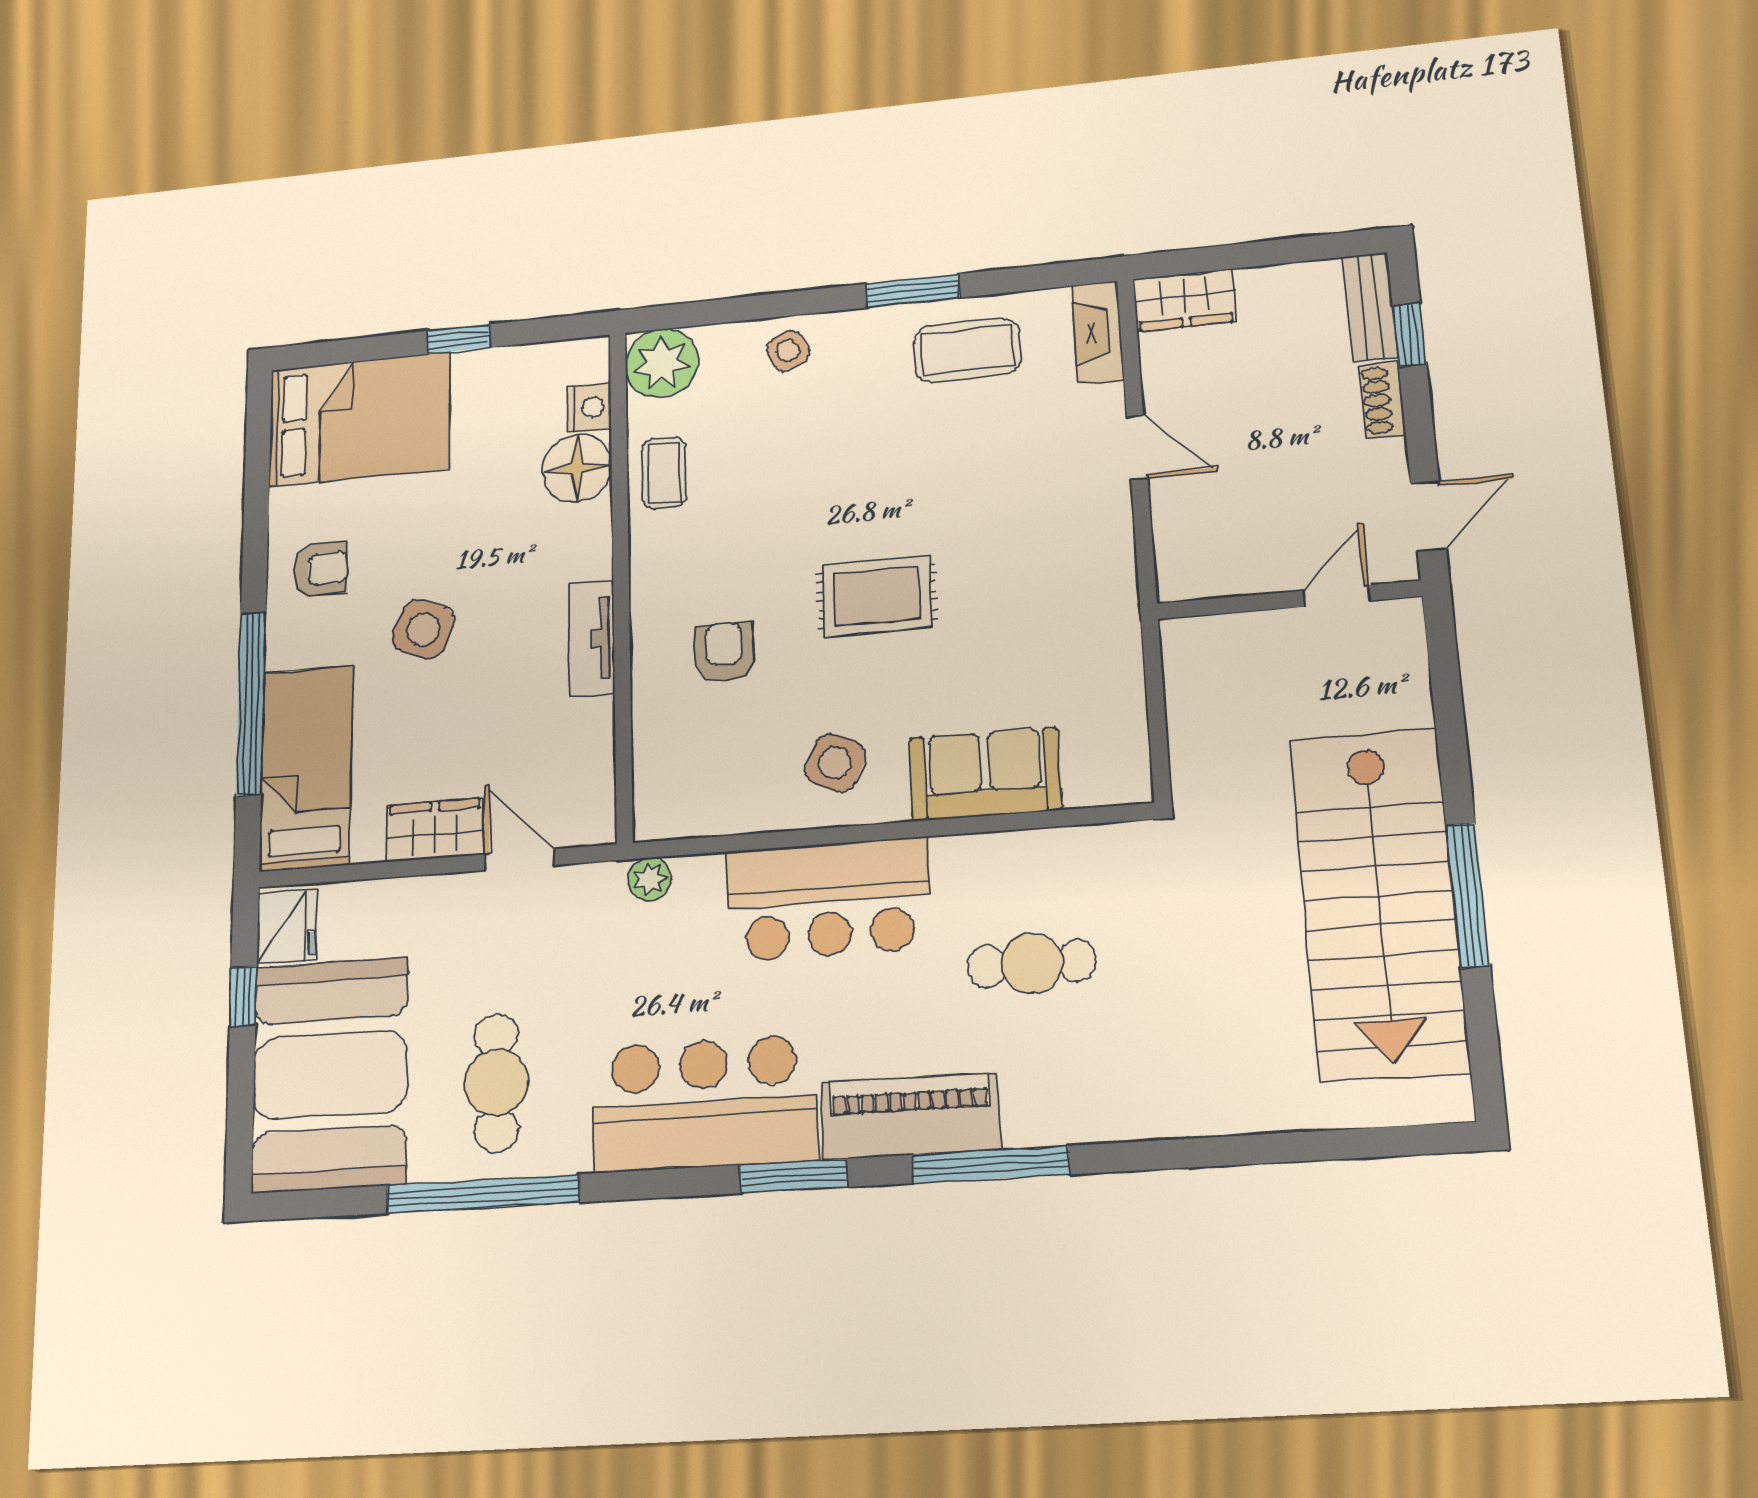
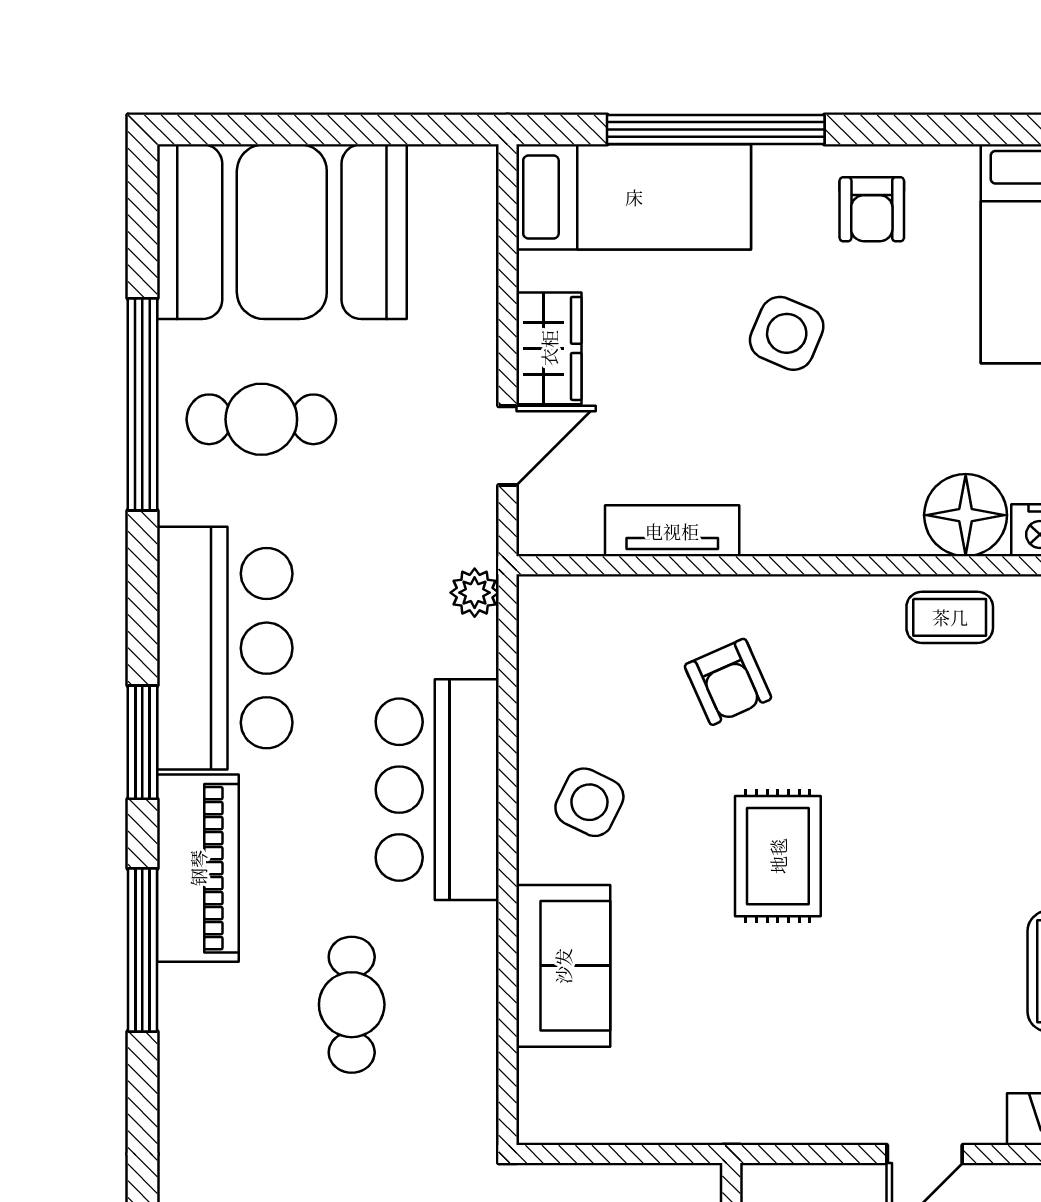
tv unit: (592, 639) -> (672, 531), moved
armchair: (724, 652) -> (728, 682), turned 66
fridge: (287, 927) -> (451, 178), removed
window: (243, 996) -> (376, 130), removed

